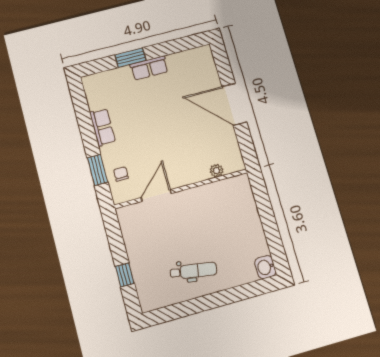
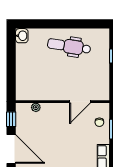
window: (246, 145) -> (11, 119), added
dental chair: (193, 271) -> (69, 46), width x1.36, depth x1.38

